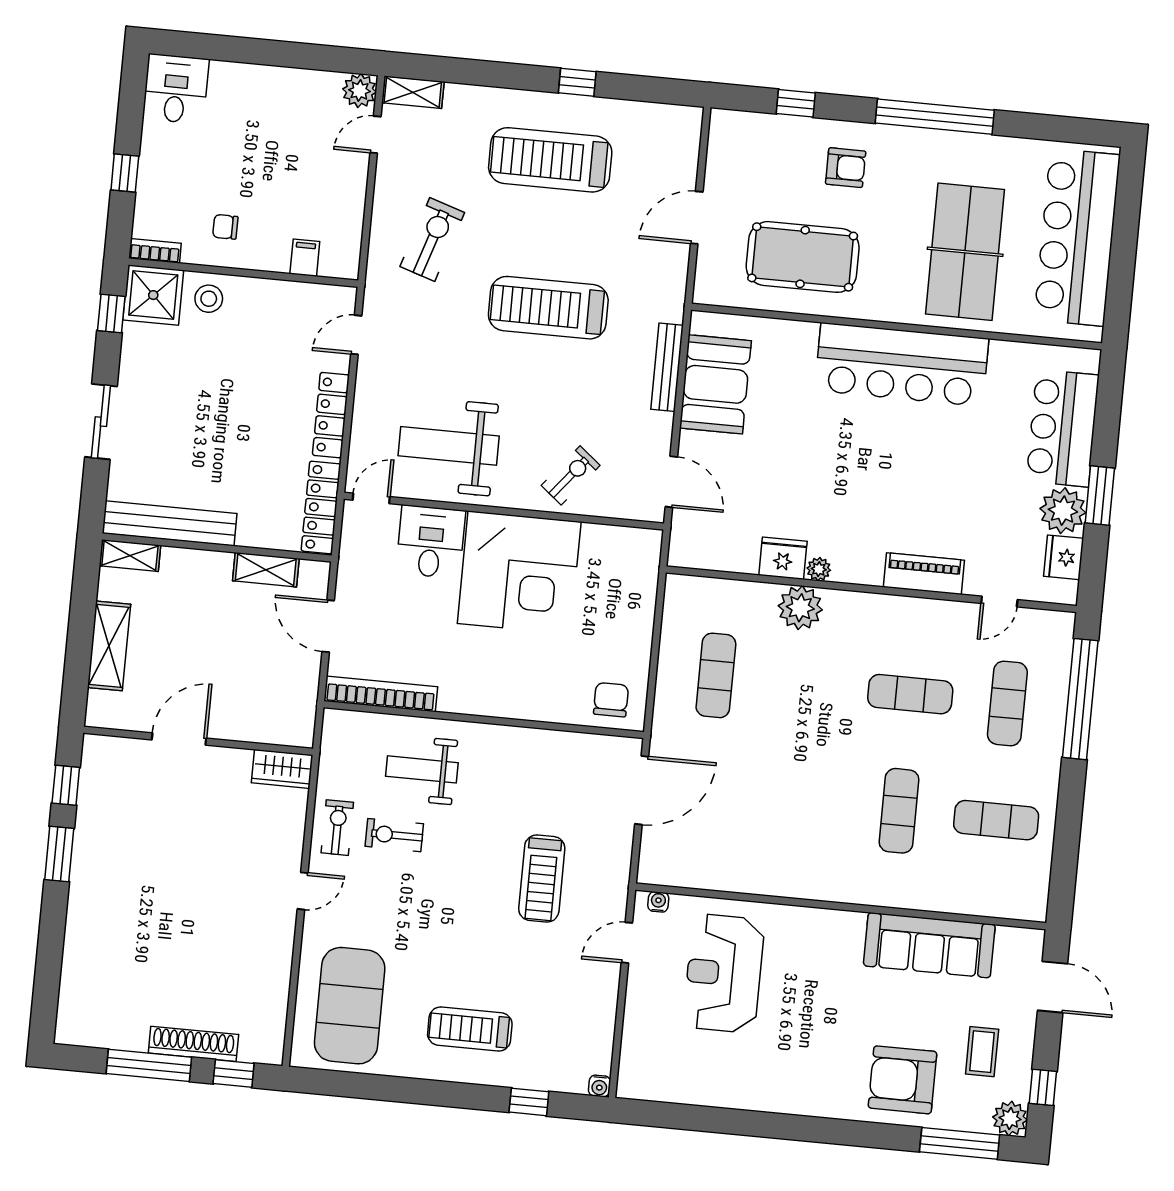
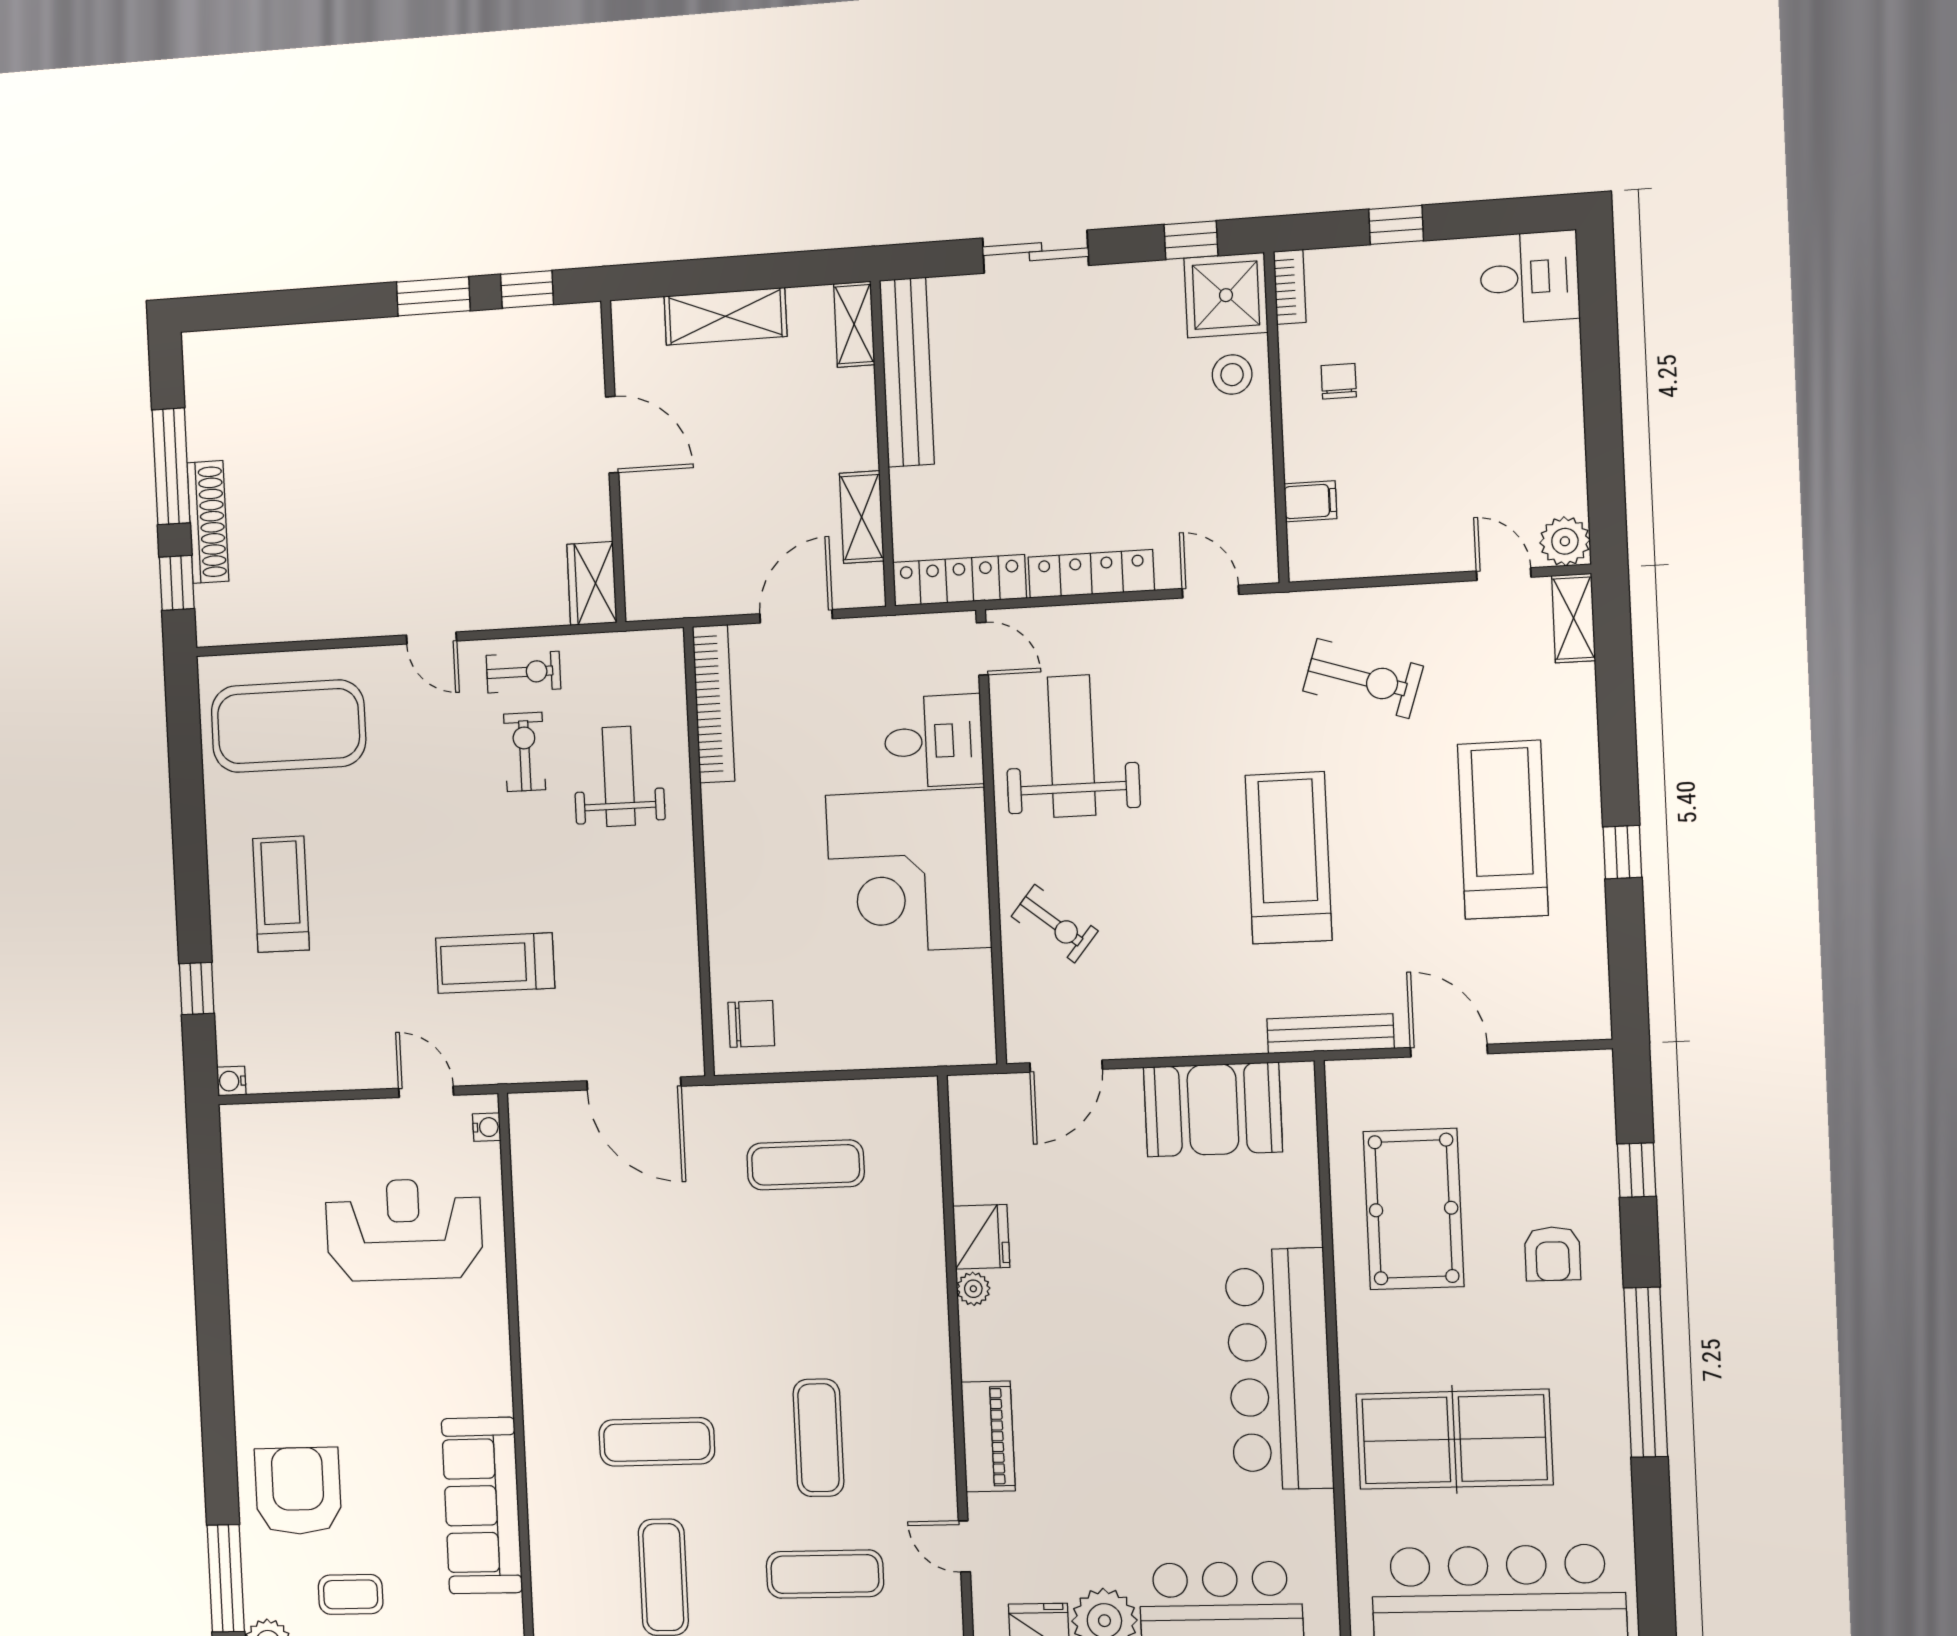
bench: (667, 367) -> (1330, 1034), moved
plant: (800, 608) -> (916, 1270), removed

